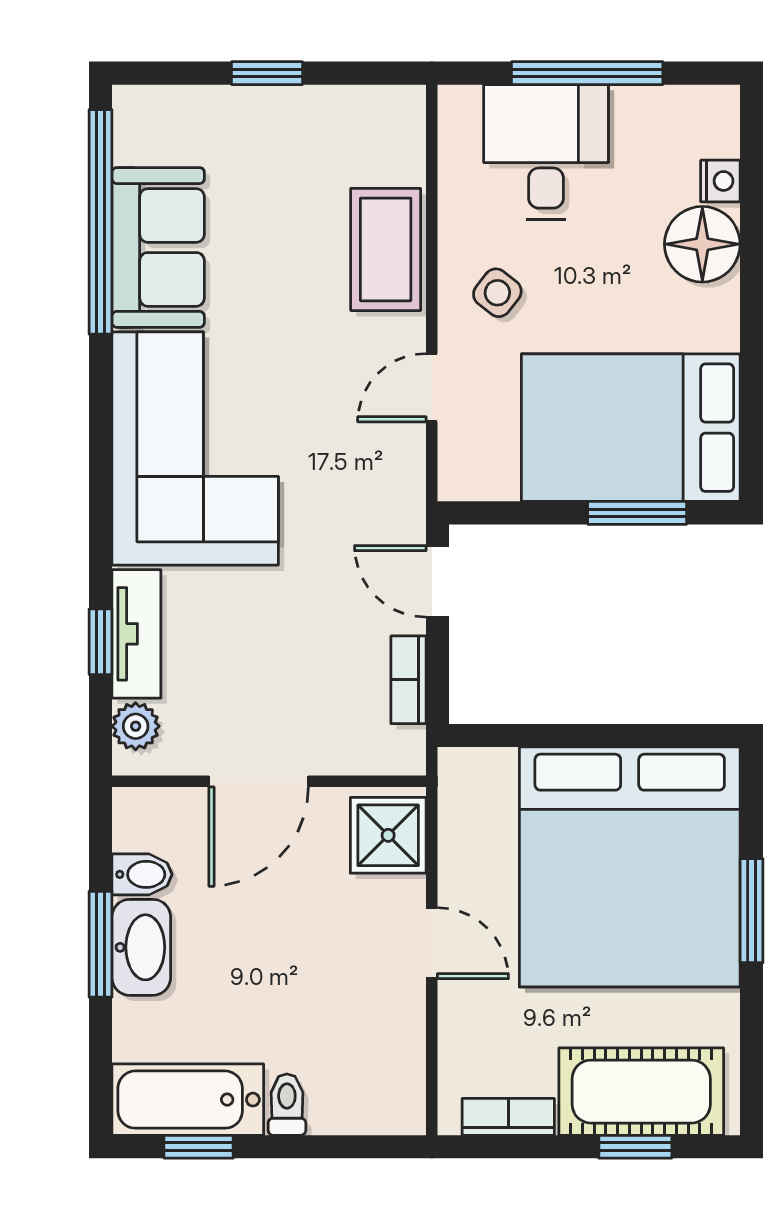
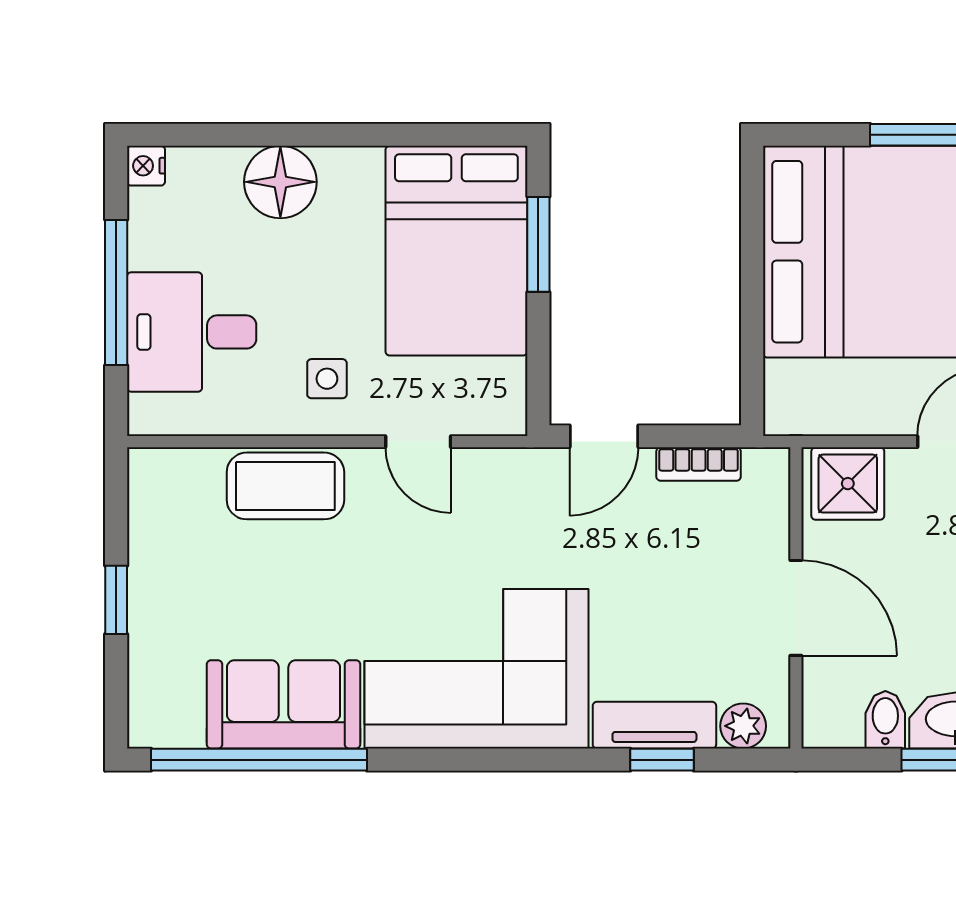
nightstand: (720, 181) -> (146, 166), moved, turned -90
side table: (497, 293) -> (327, 379), turned -38

